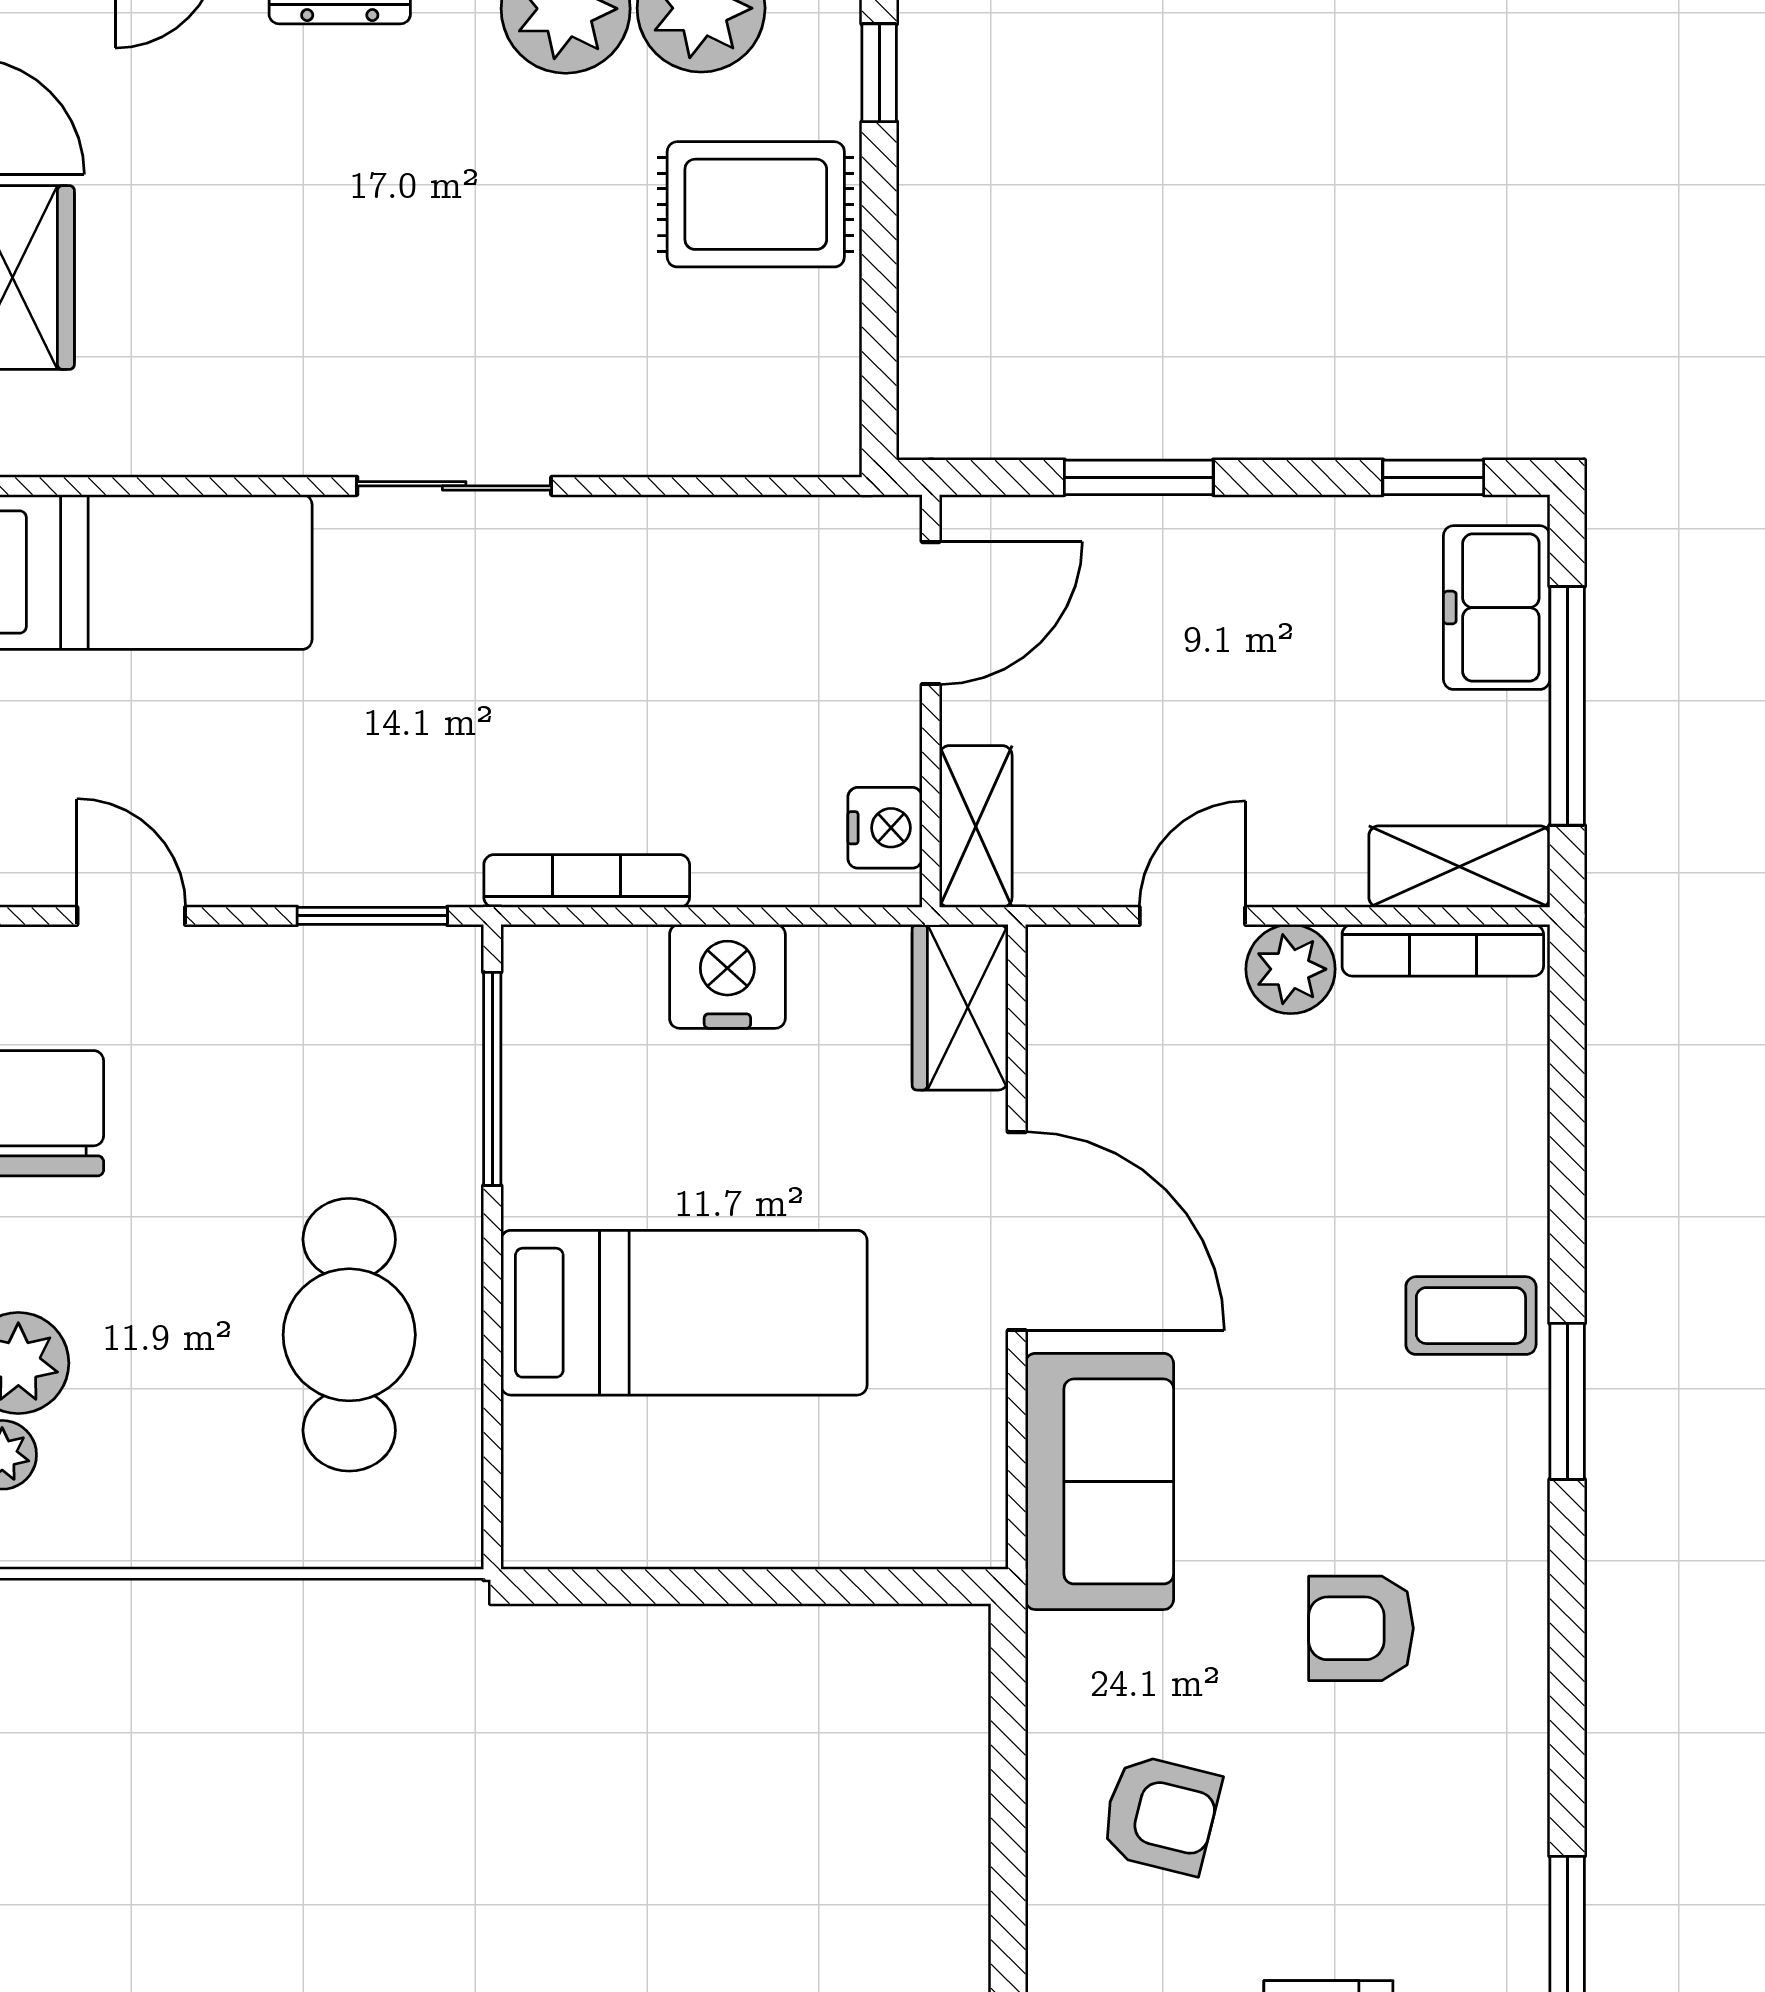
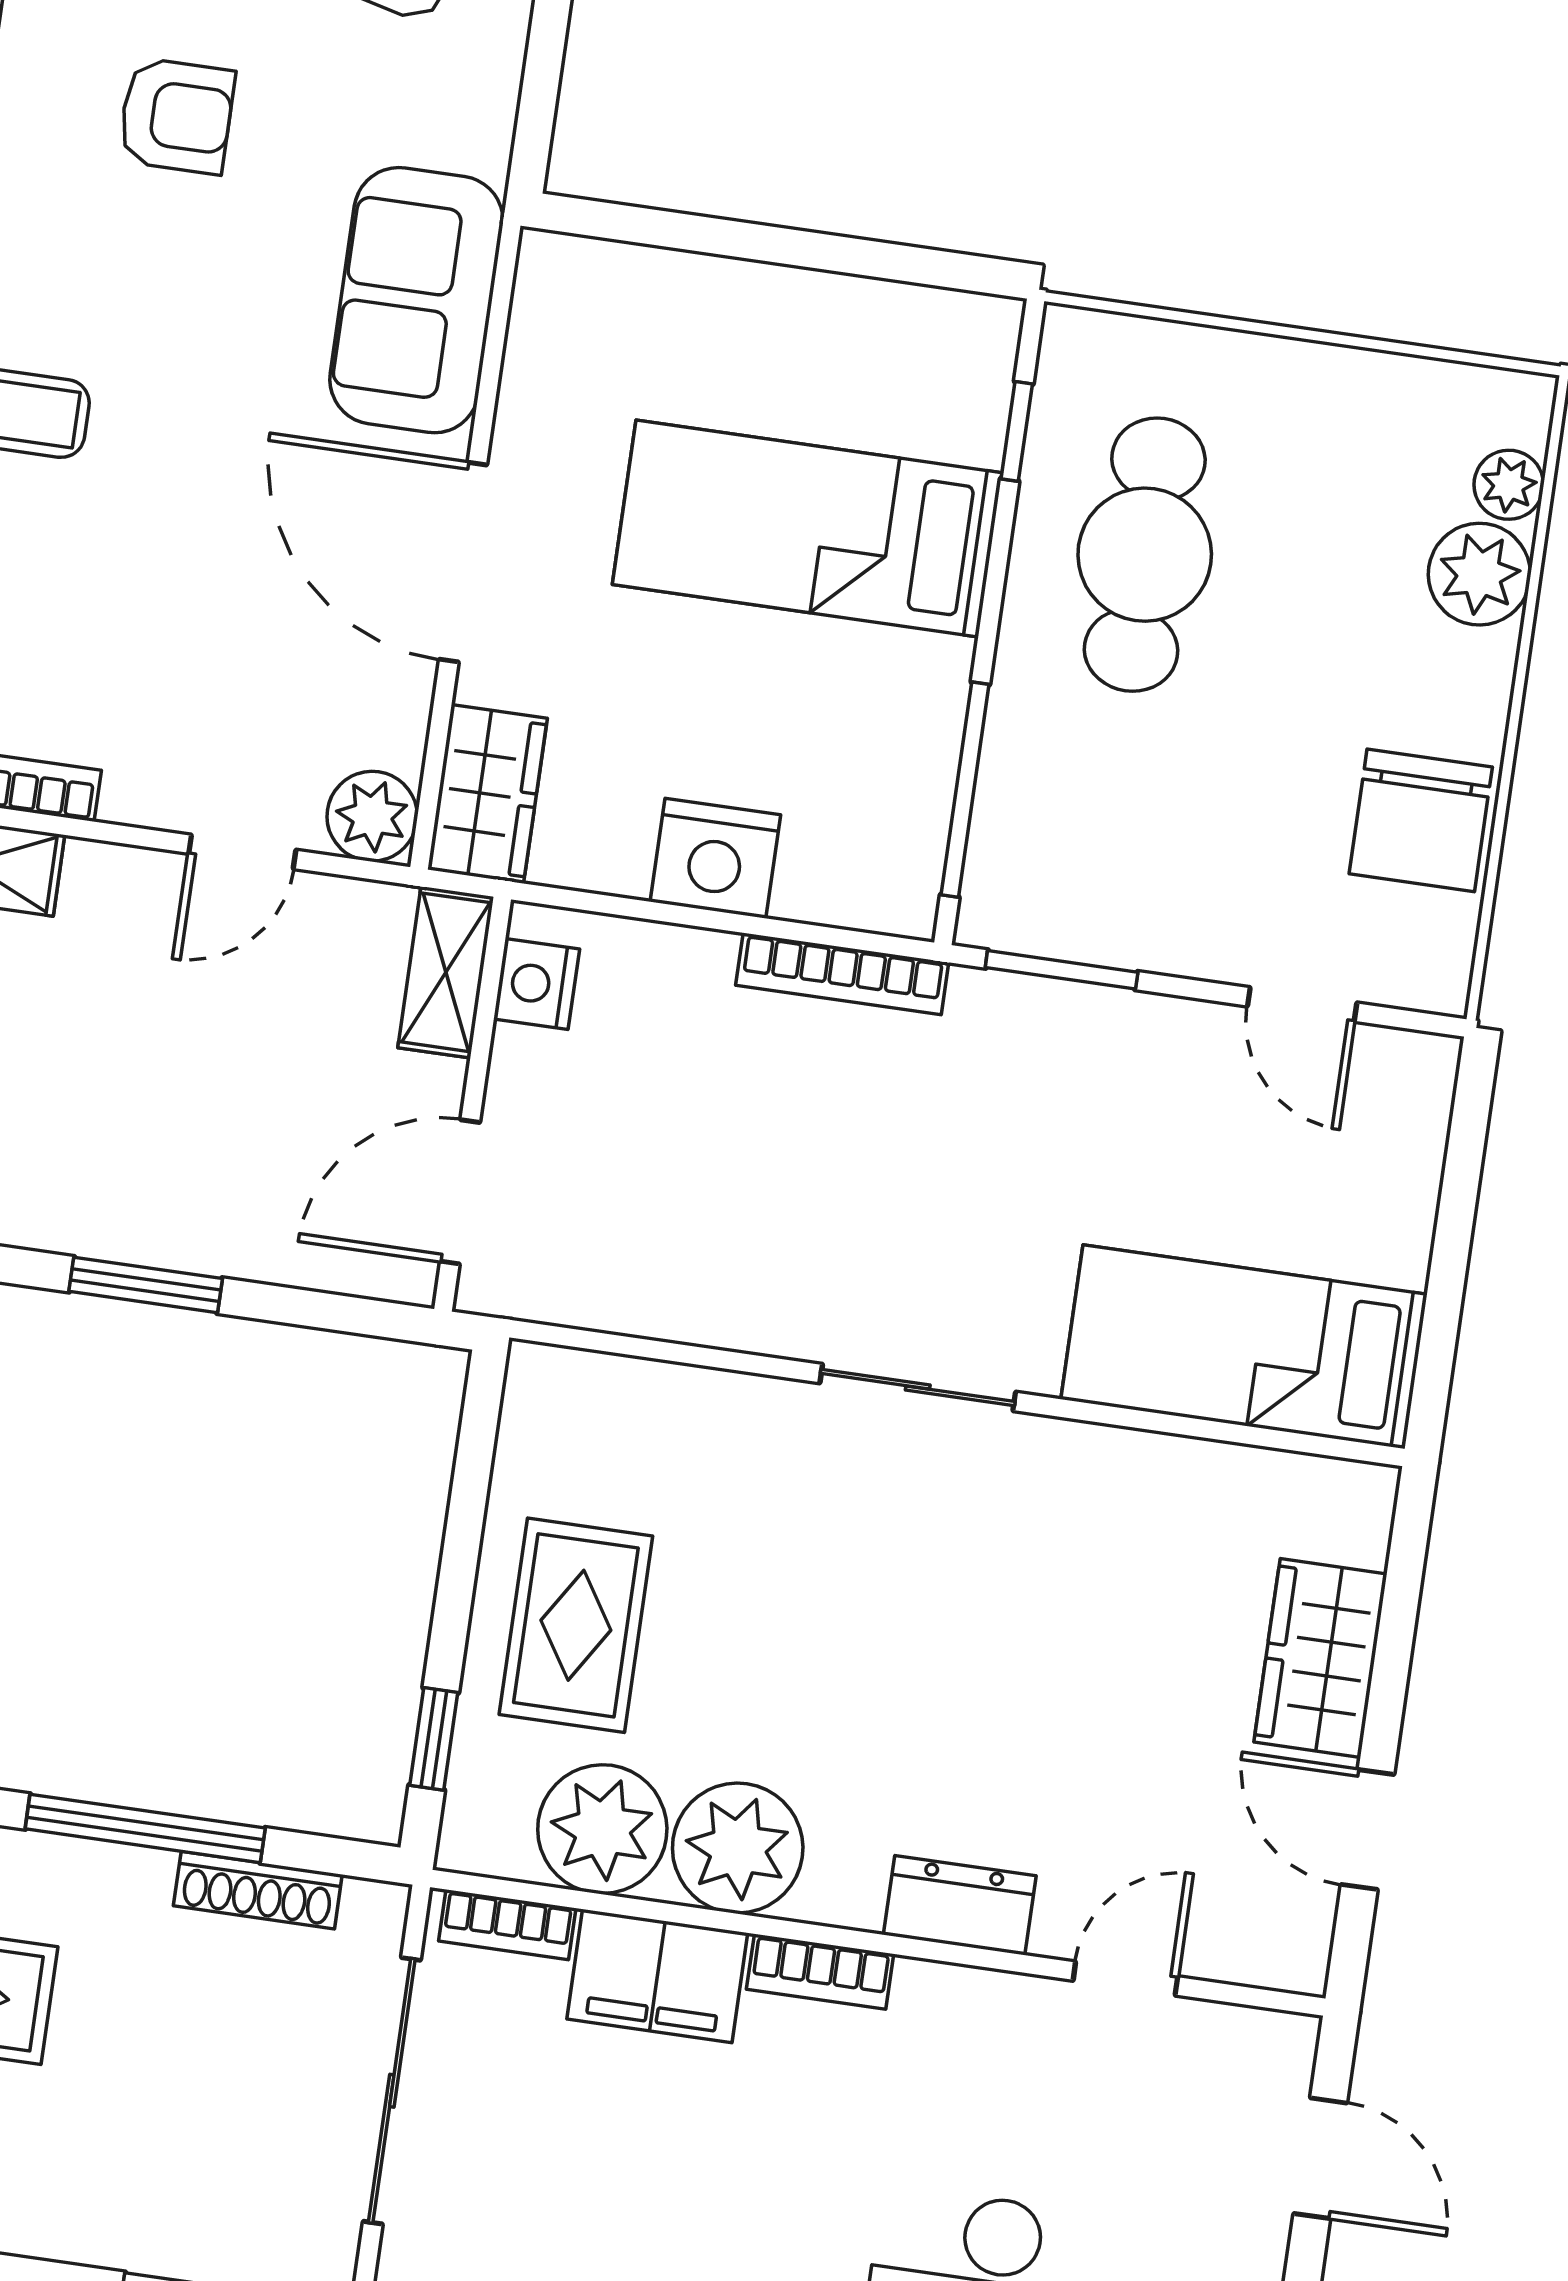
rug: (756, 204) -> (576, 1625), turned 90
window: (1139, 477) -> (146, 1285), moved
plant: (1291, 969) -> (372, 816), moved
window: (492, 1438) -> (1017, 431), added

